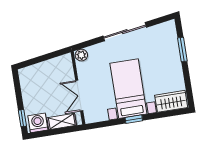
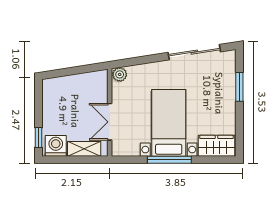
sliding door: (125, 32) -> (194, 52), moved
window: (134, 119) -> (169, 160), width x2.17

